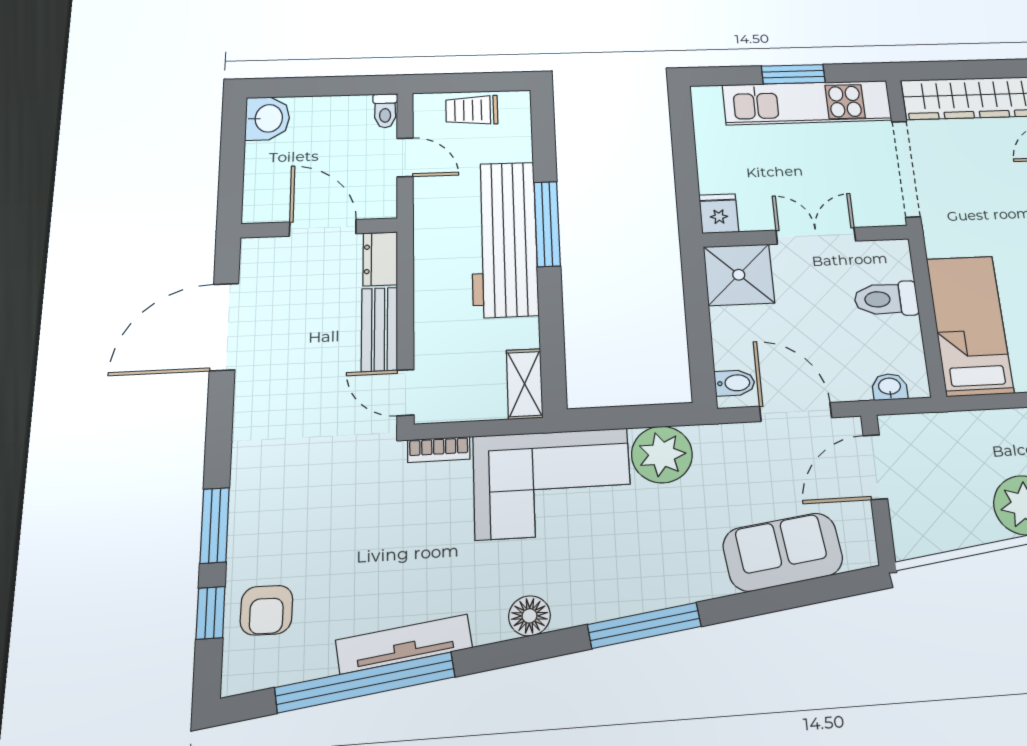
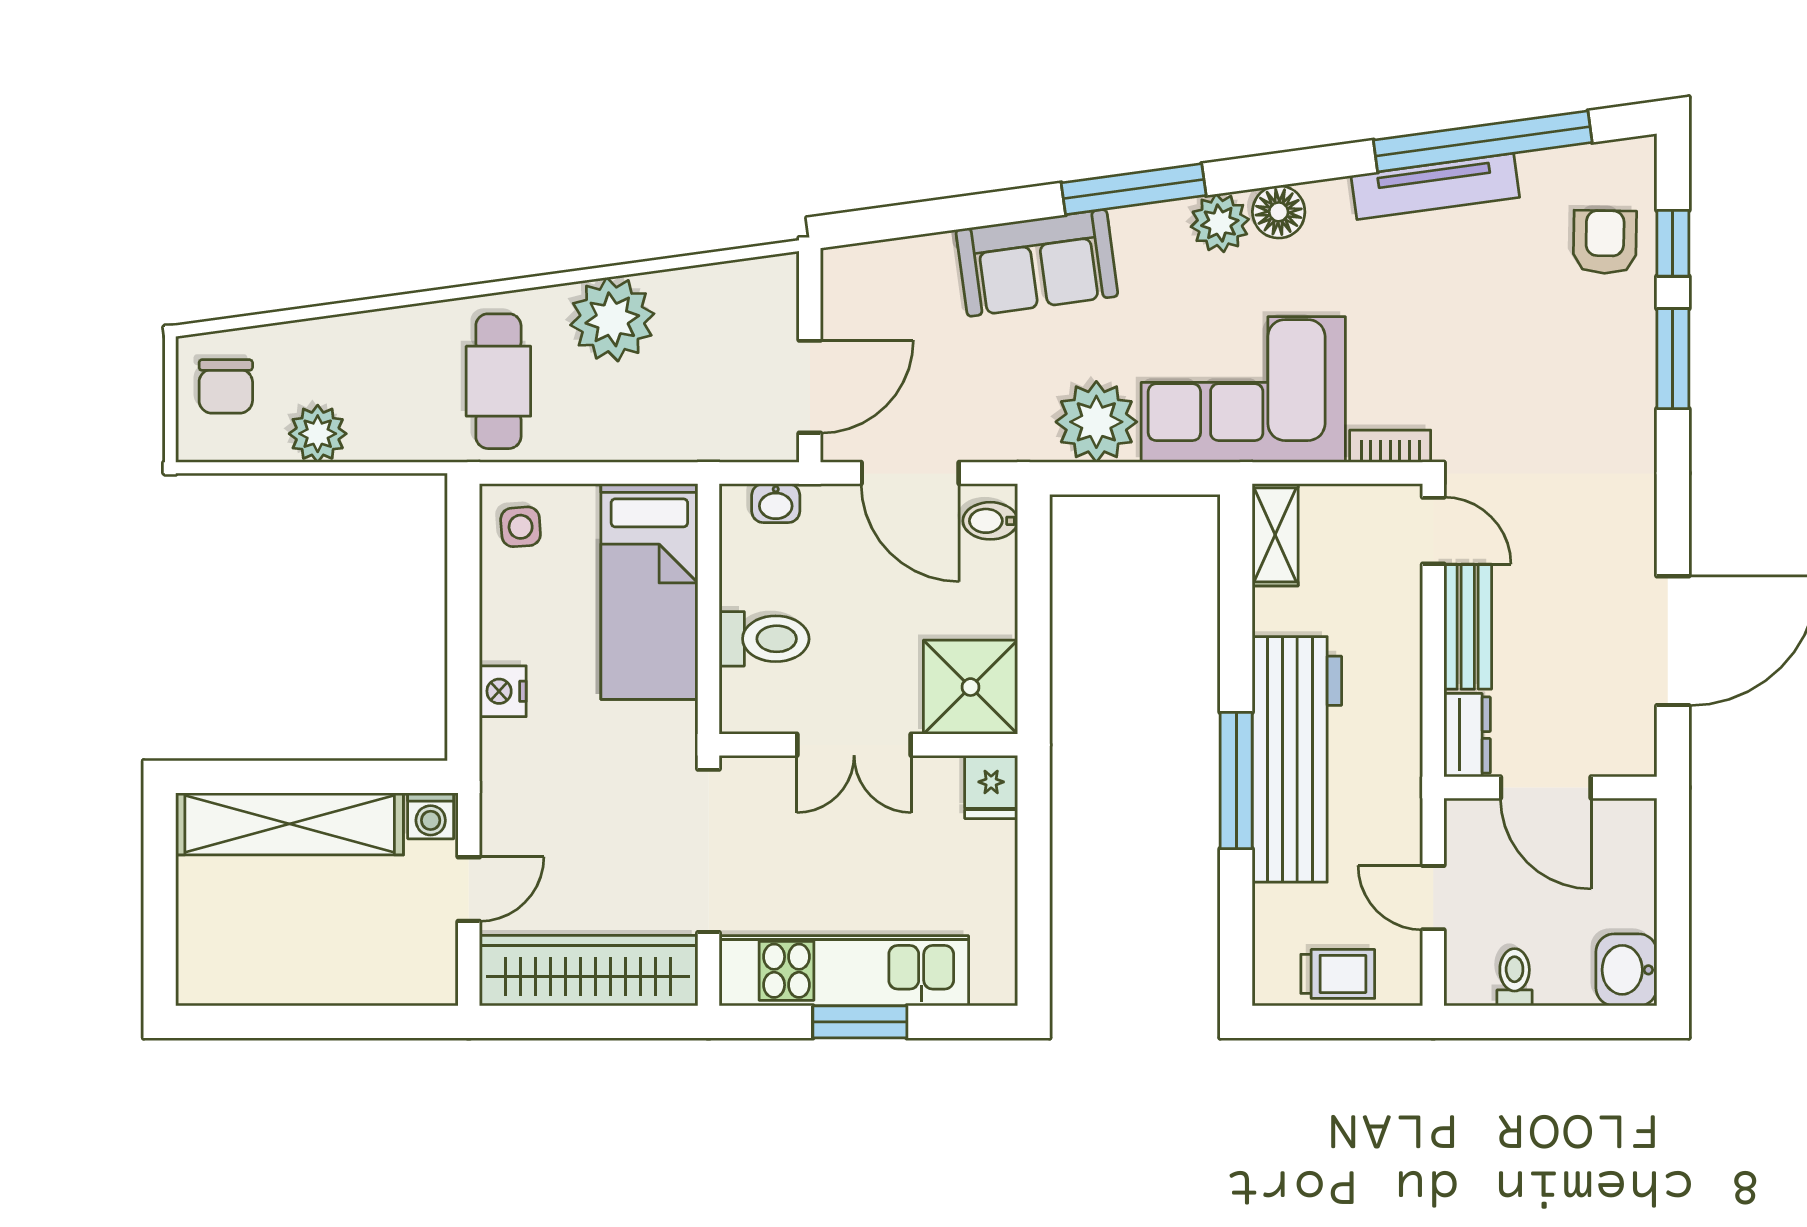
toilet: (385, 111) -> (1515, 977), moved
sofa: (783, 552) -> (1037, 263), moved
plant: (576, 604) -> (1220, 223), added

